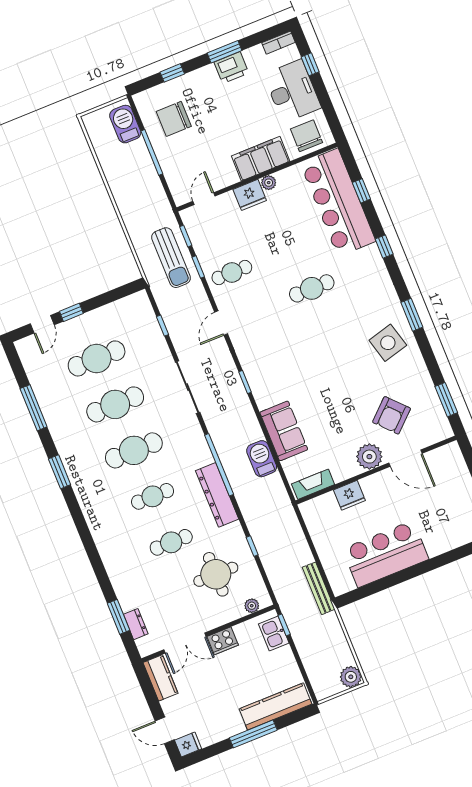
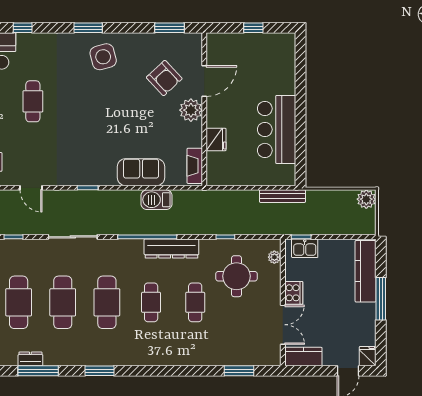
dresser: (136, 624) -> (30, 359), moved

